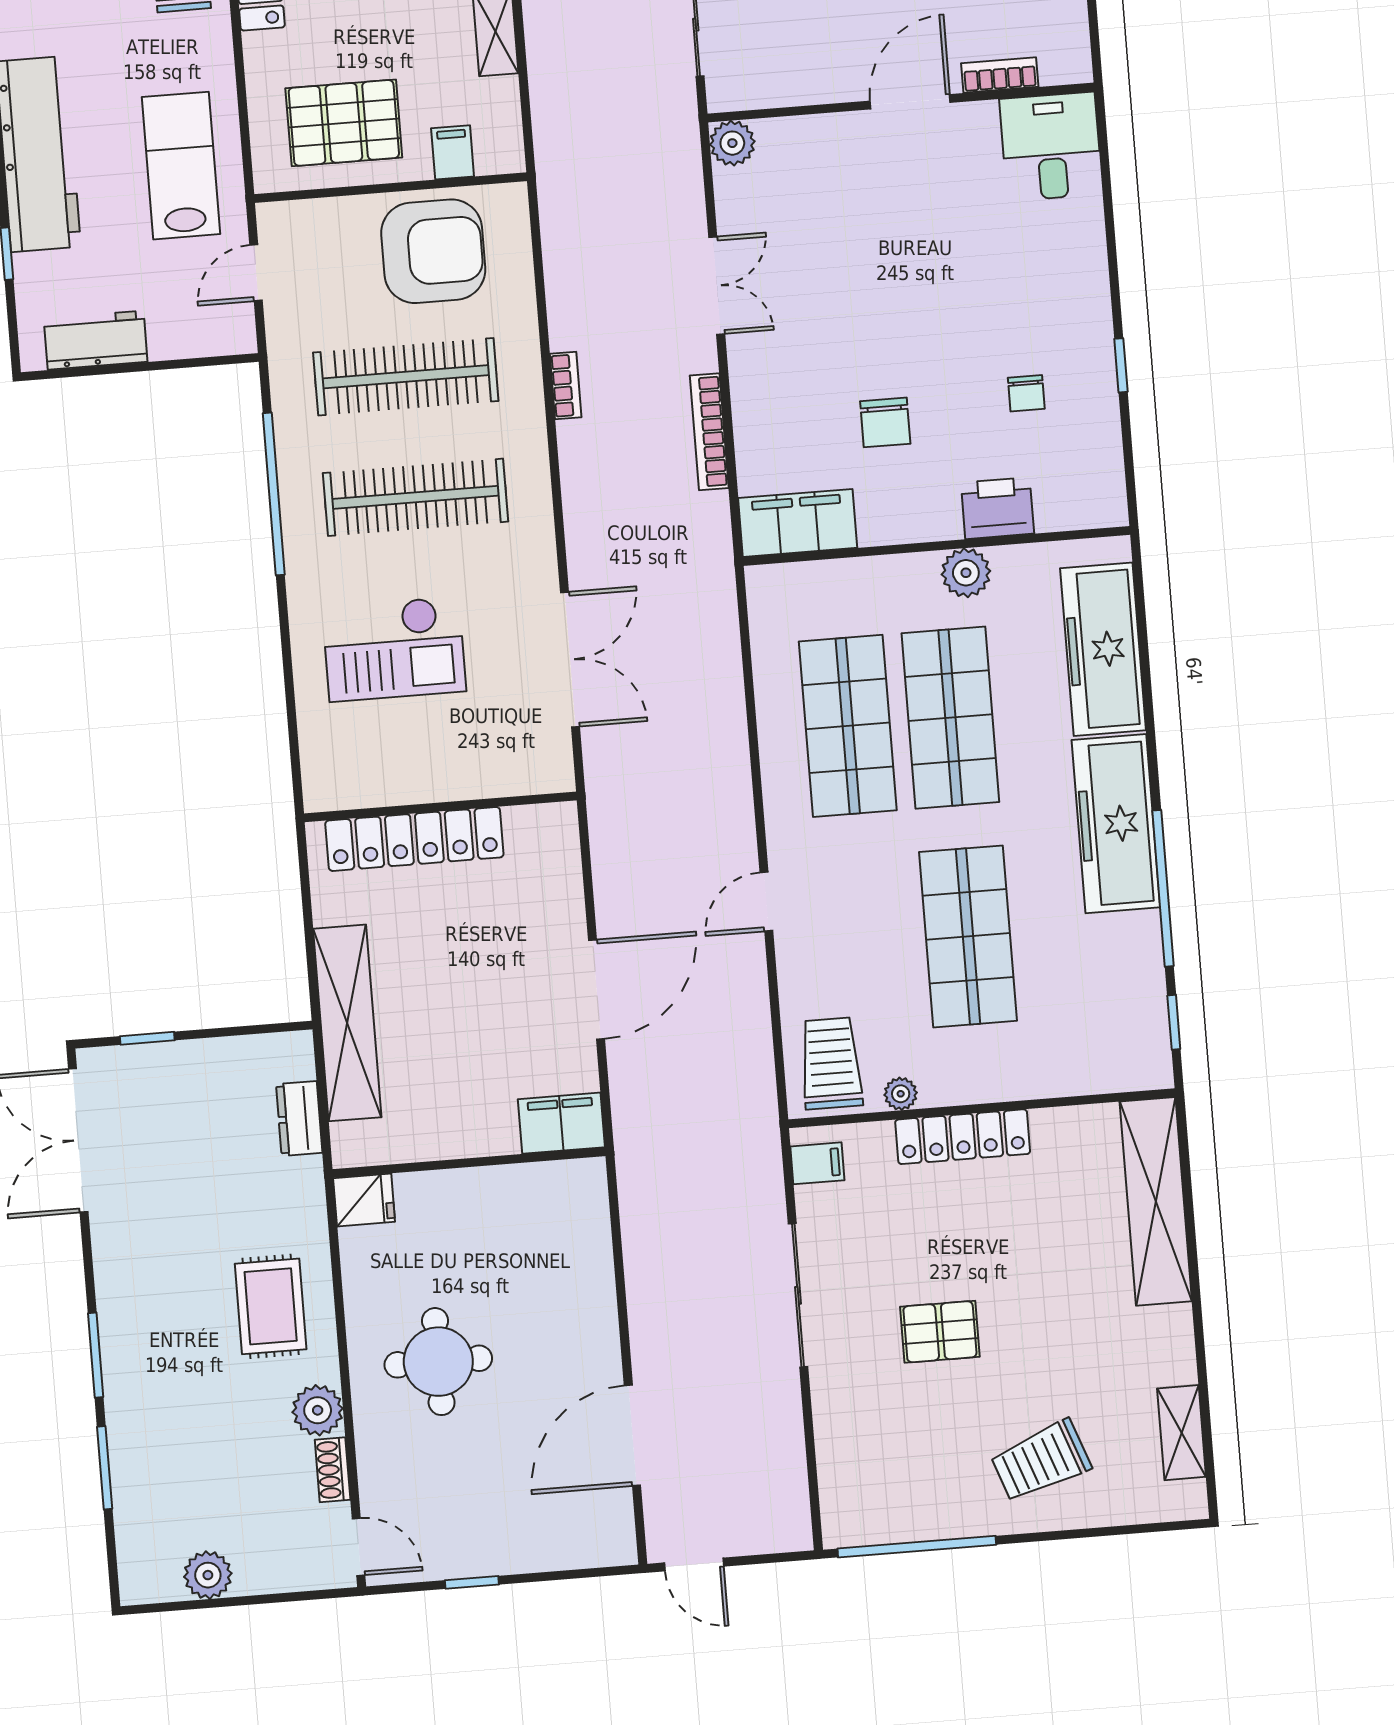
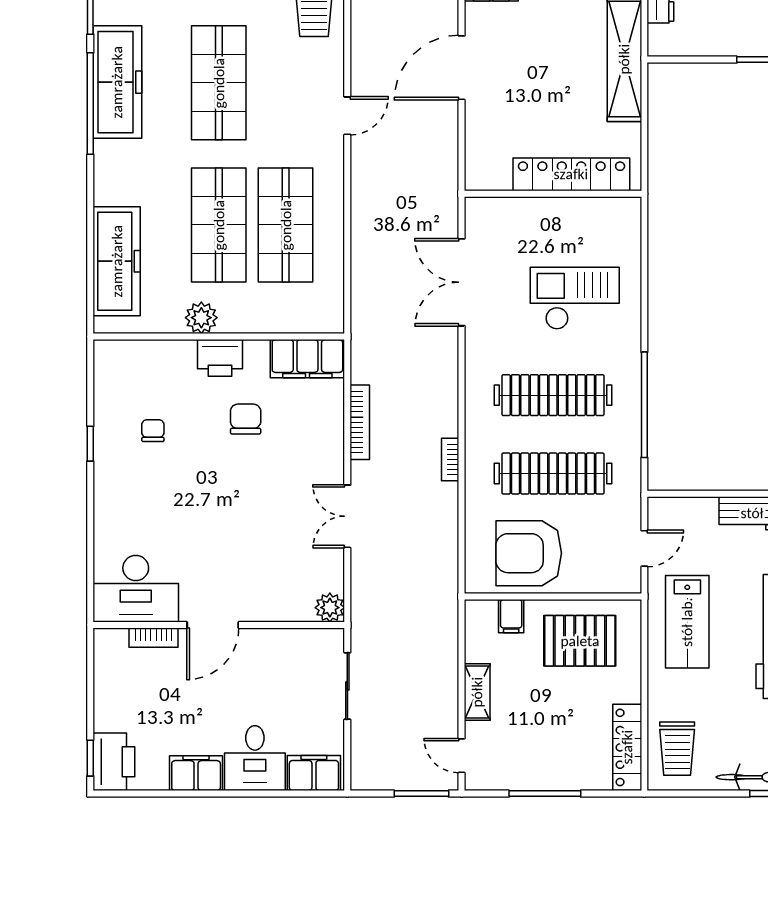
desk: (1051, 147) -> (136, 589), width x1.37
printer: (997, 508) -> (220, 358), moved
freezer: (1116, 824) -> (117, 82), moved

